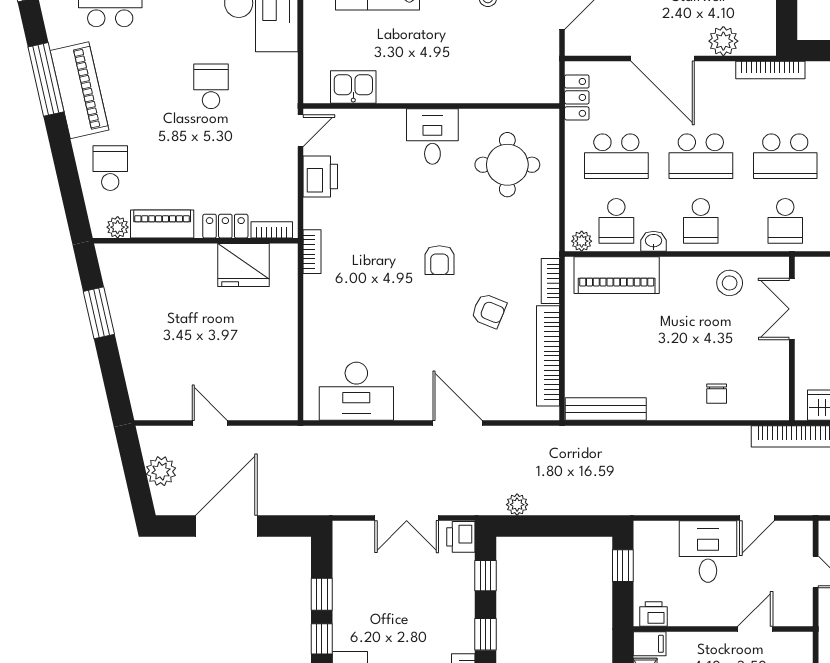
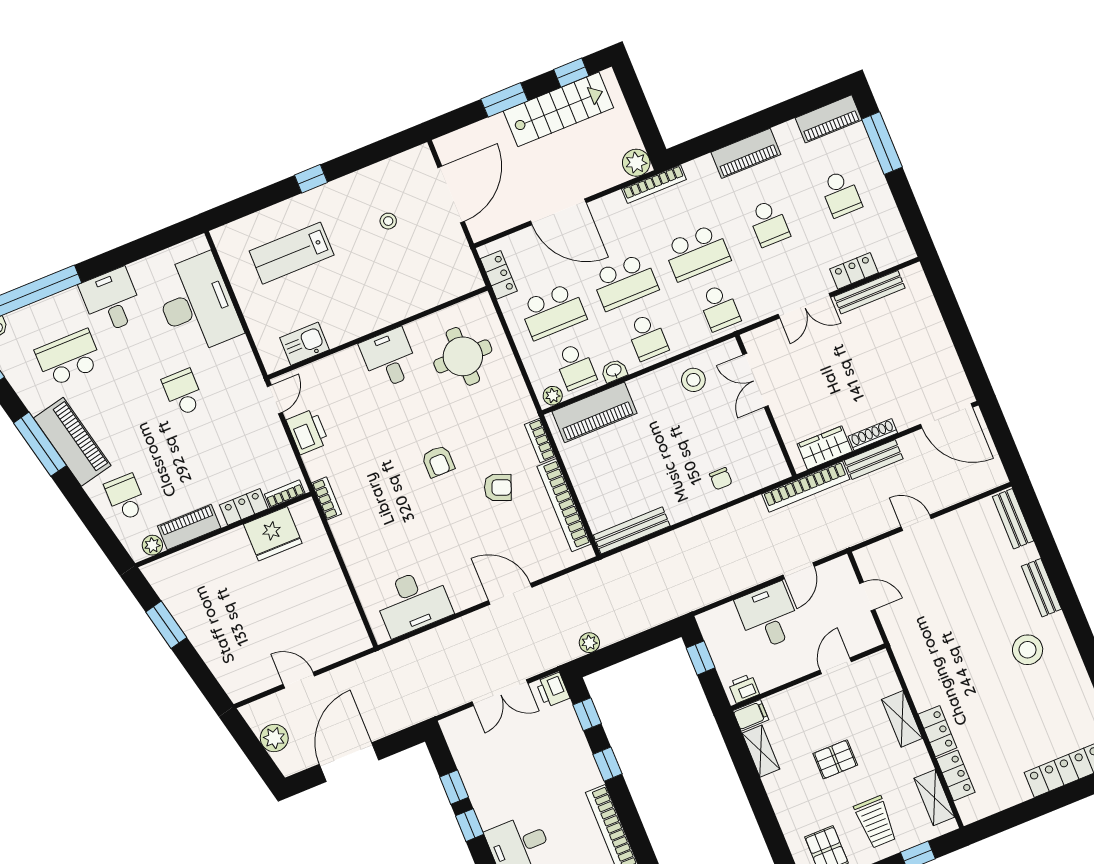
plant: (723, 41) -> (636, 163), moved

